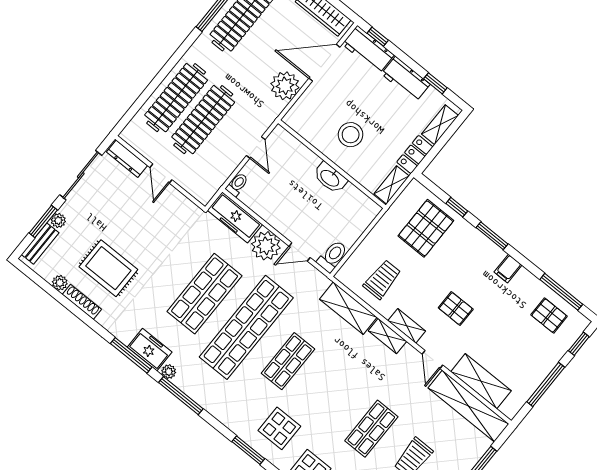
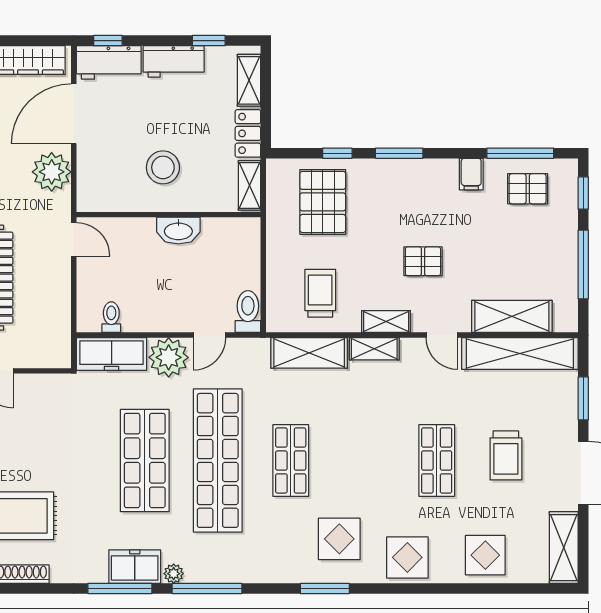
door: (256, 147) -> (74, 239), moved
toilet: (237, 184) -> (111, 317), moved
filing cabinet: (508, 269) -> (471, 174), moved

